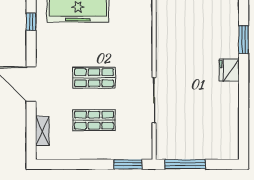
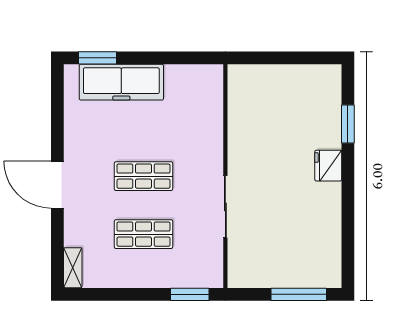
window: (31, 22) -> (57, 100), removed
shelving: (42, 131) -> (73, 268), moved
window: (185, 164) -> (299, 294), moved

